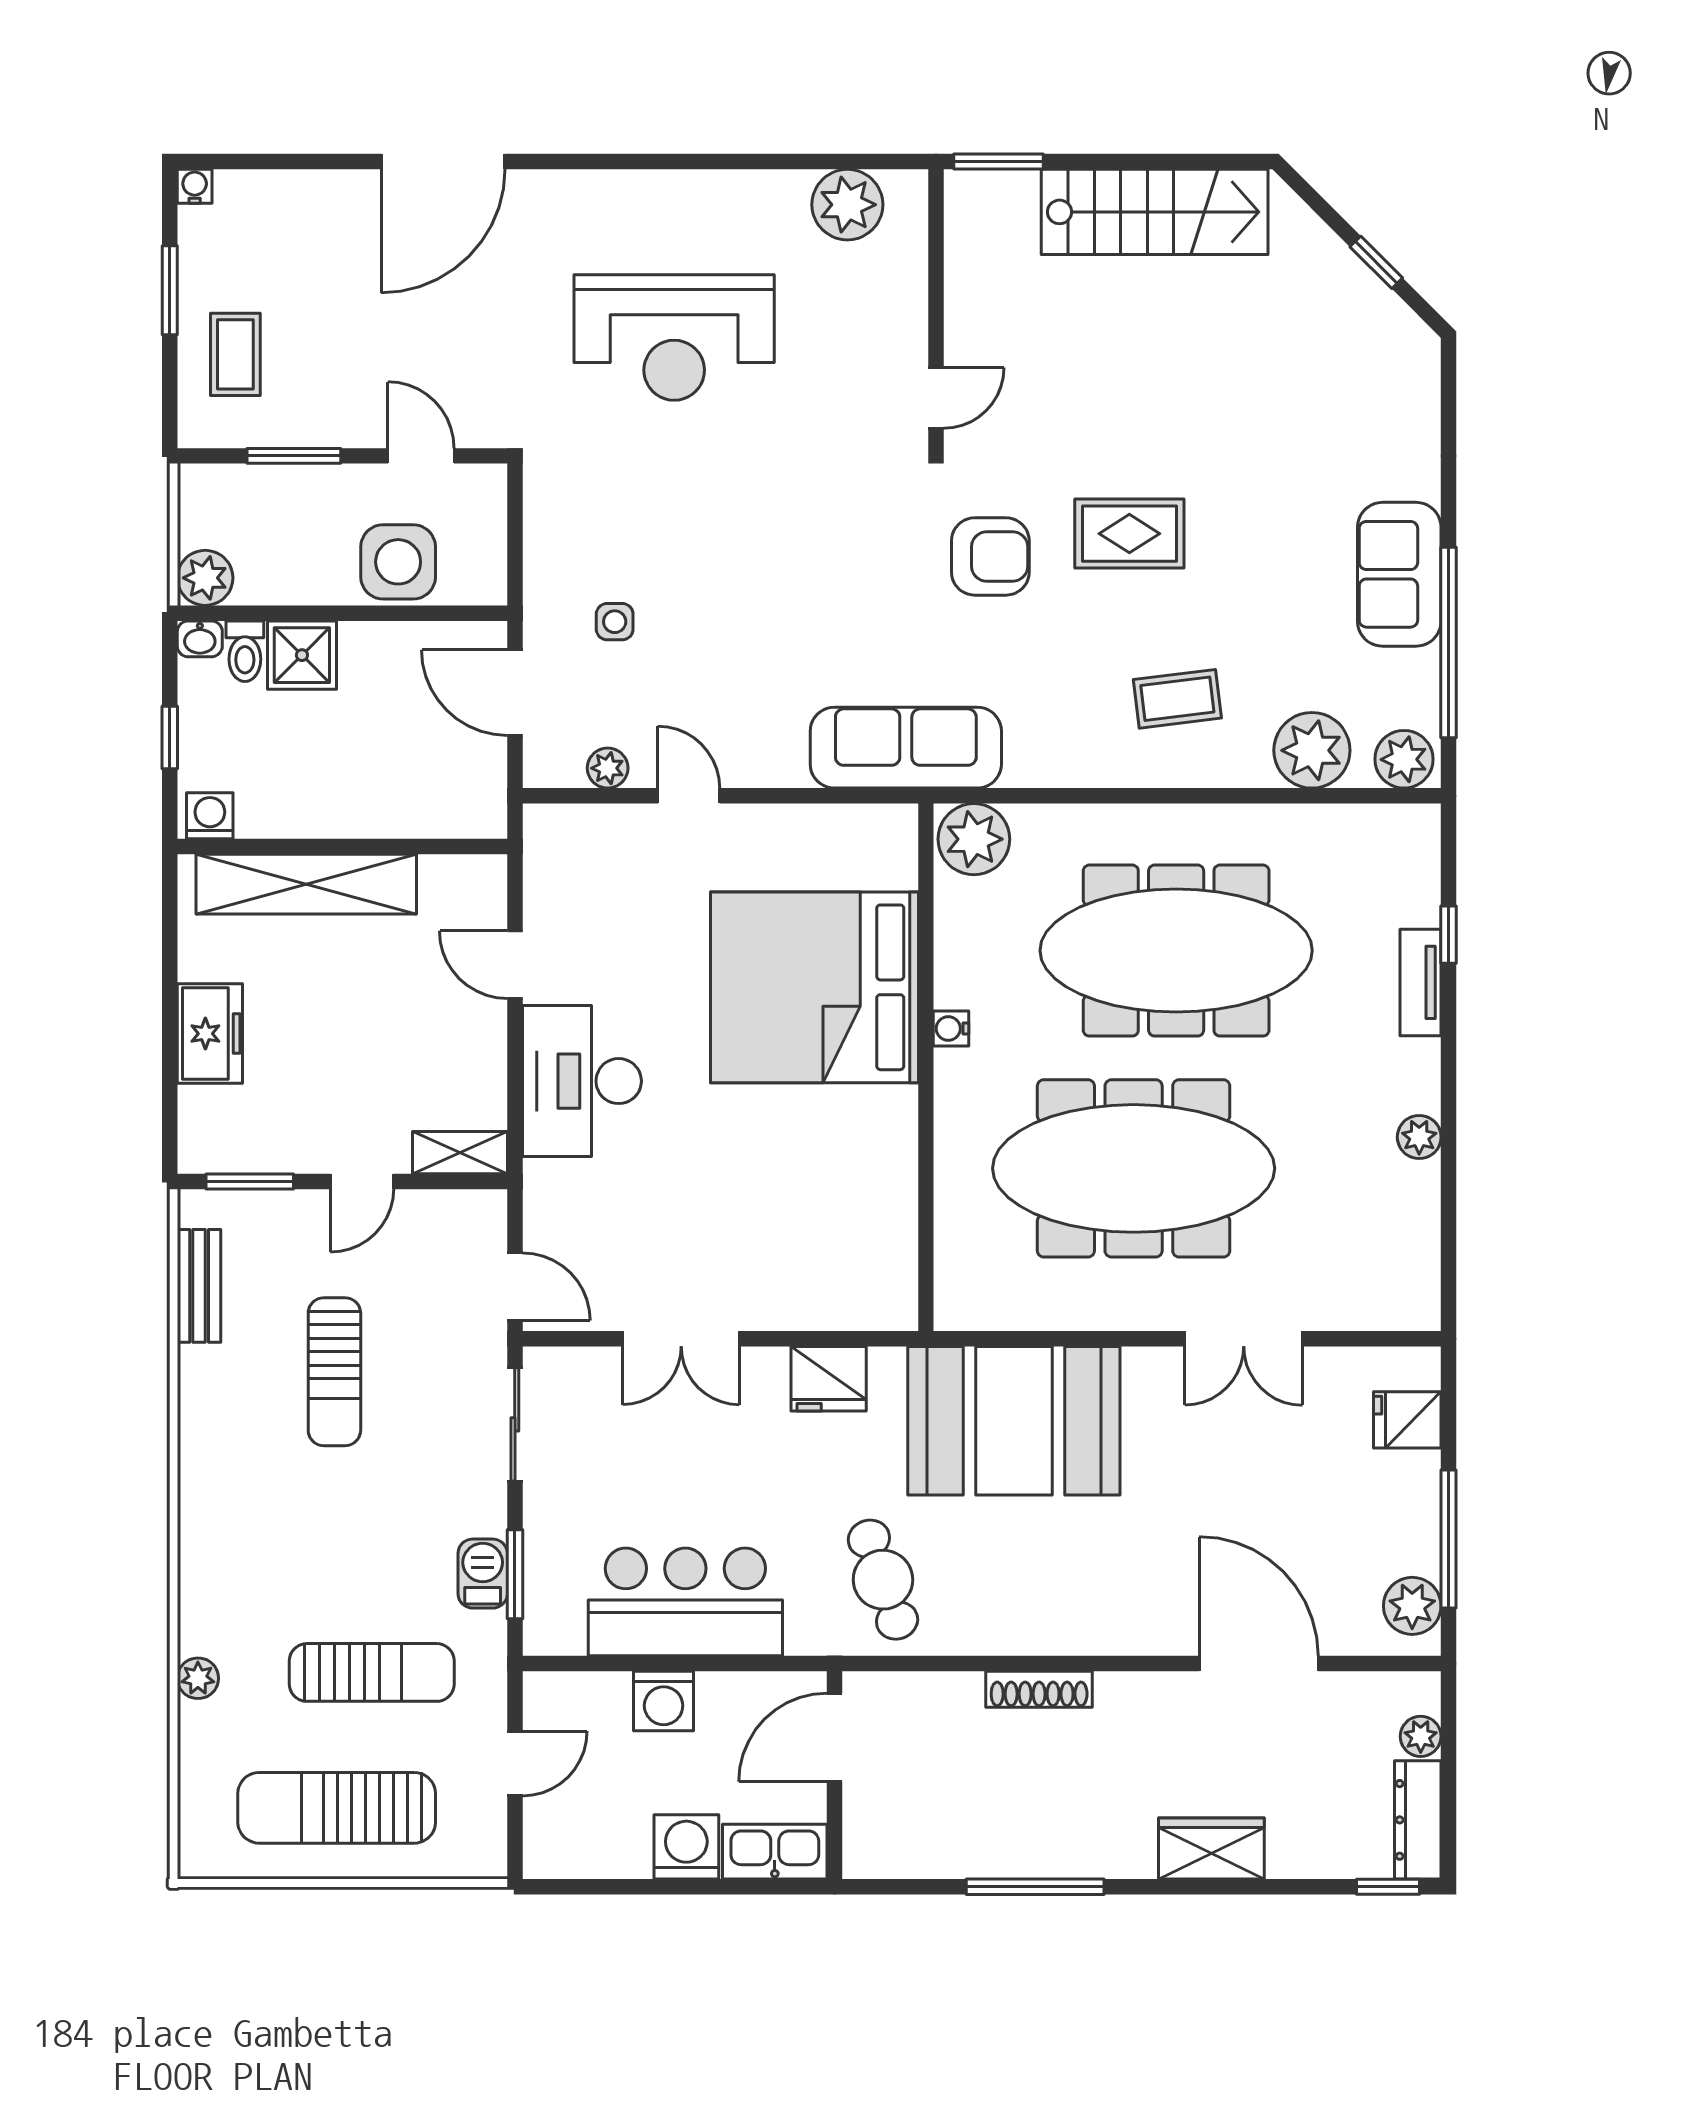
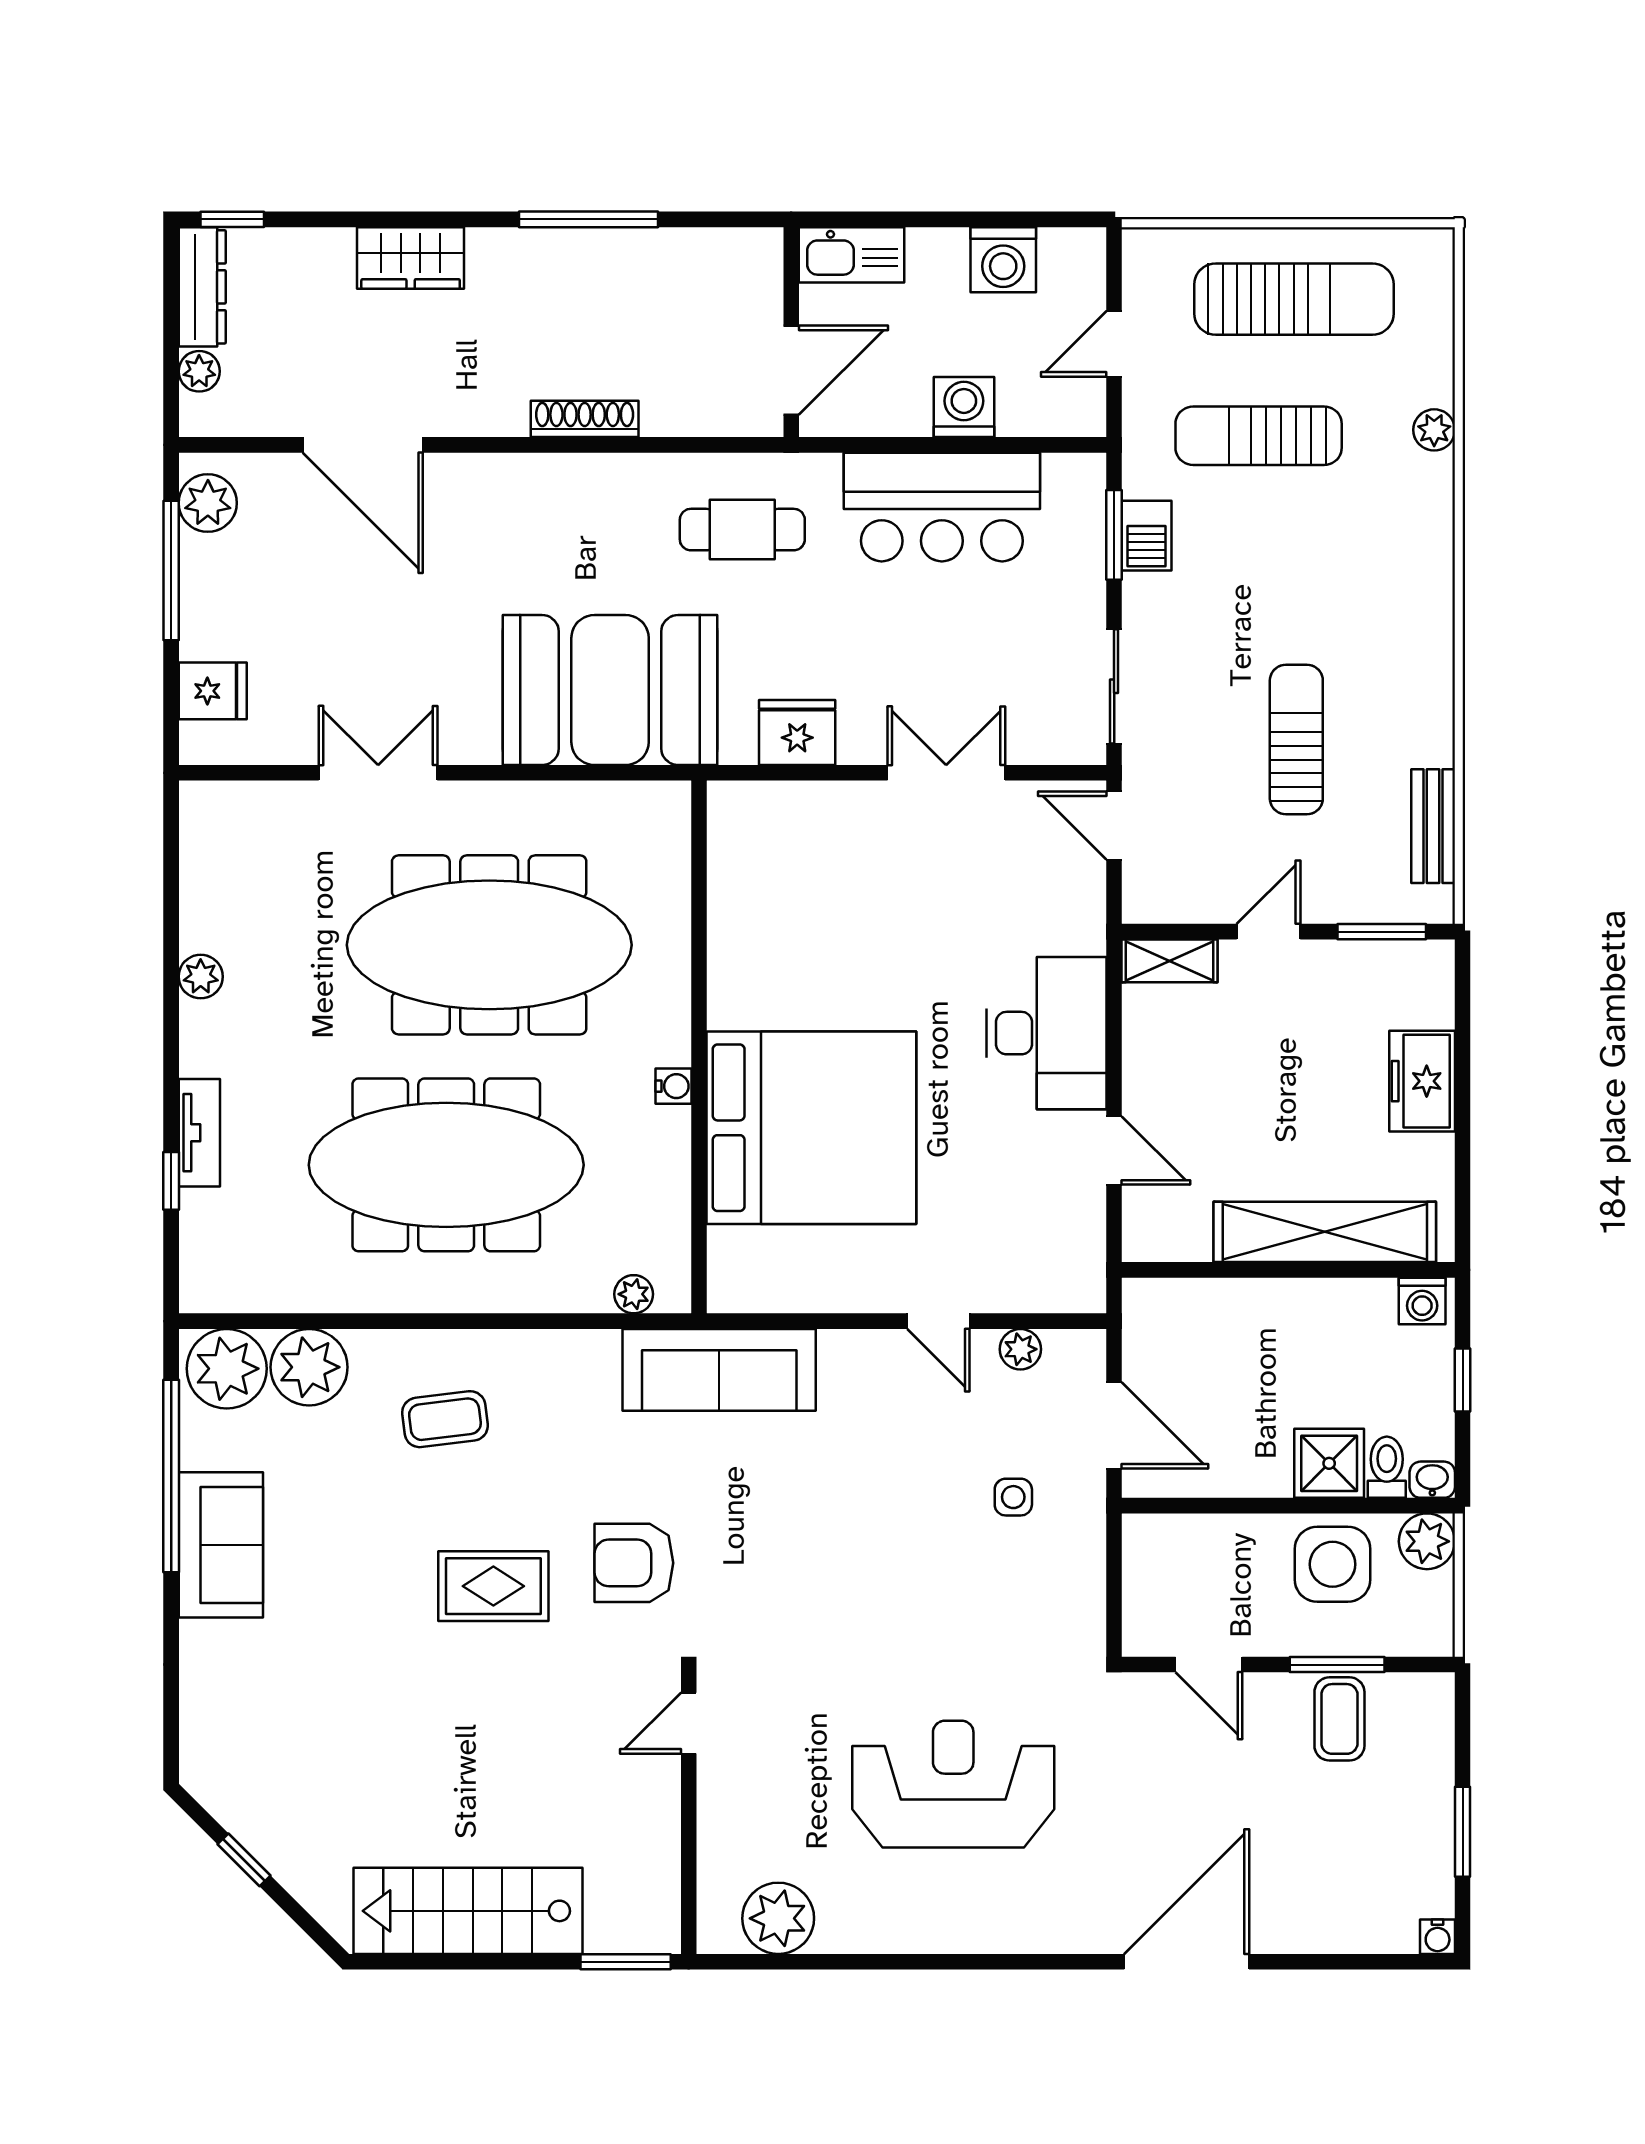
coffee table: (235, 354) -> (1339, 1719), moved
side table: (398, 562) -> (1333, 1564), moved
plant: (1404, 759) -> (227, 1369), width x1.36, depth x1.36
plant: (974, 839) -> (634, 1294), width x0.53, depth x0.53
cafe table: (883, 1580) -> (742, 530), turned -71
washing machine: (686, 1847) -> (1003, 260), moved

